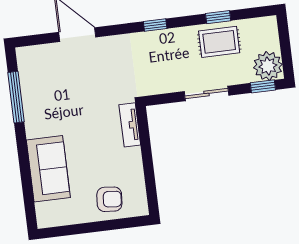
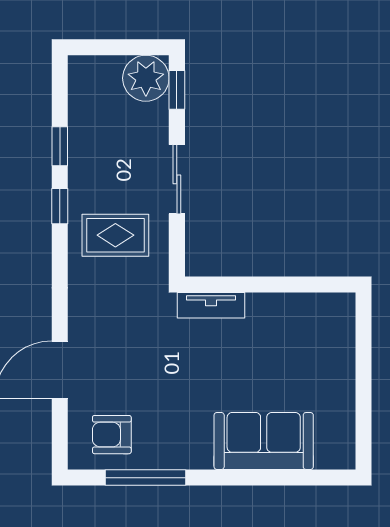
window: (155, 25) -> (60, 206), moved
rug: (219, 42) -> (115, 235), moved, turned 90
armchair: (109, 199) -> (112, 435), moved, turned -95

